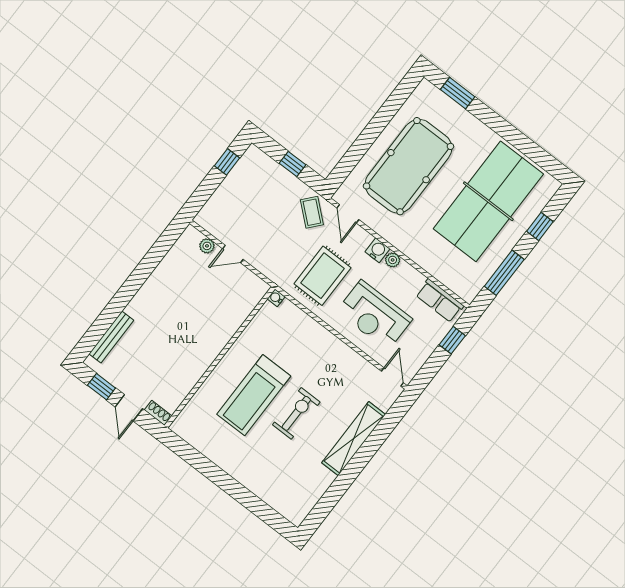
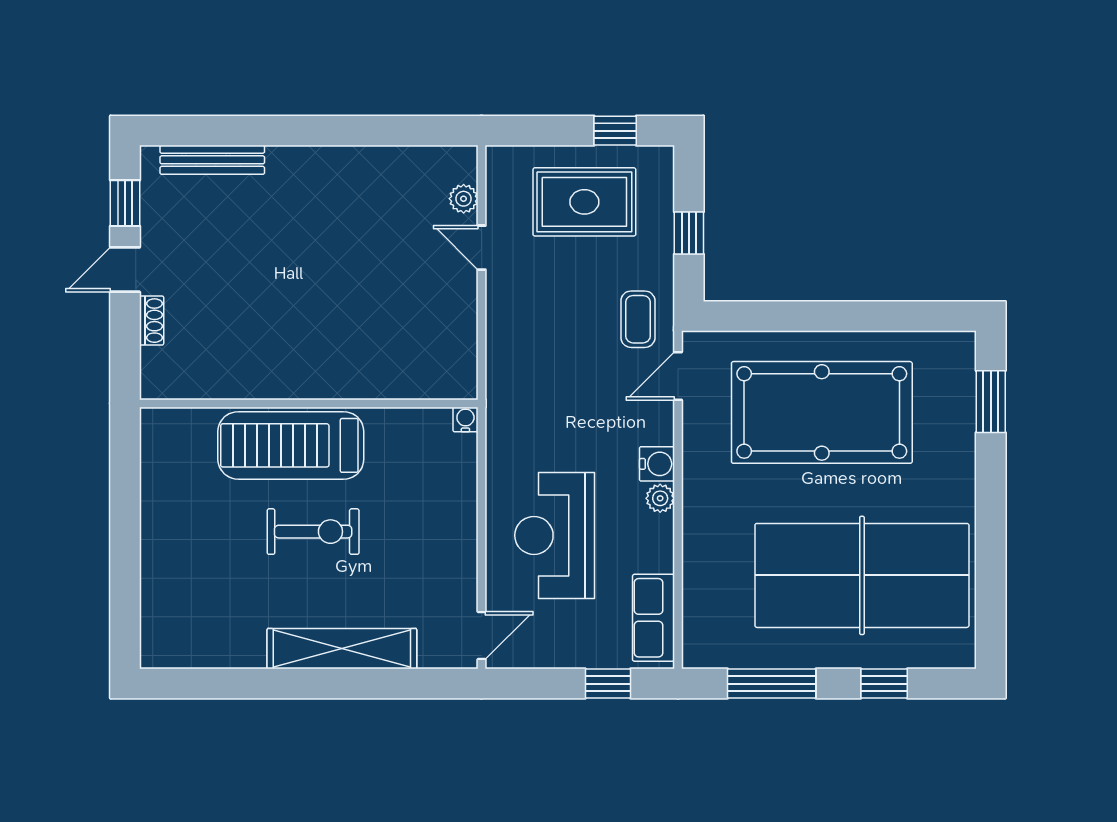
coffee table: (312, 212) -> (638, 319), turned -41
rug: (322, 276) -> (584, 202), moved
water cooler: (276, 298) -> (465, 419), moved
wall: (220, 357) -> (309, 403), moved

